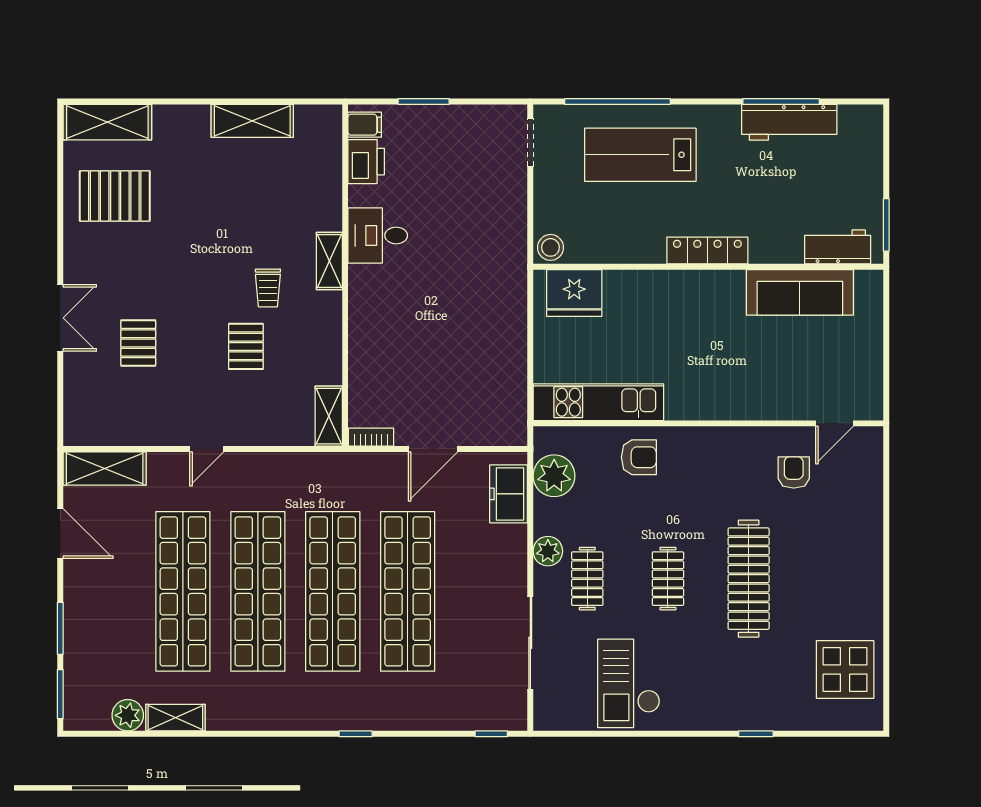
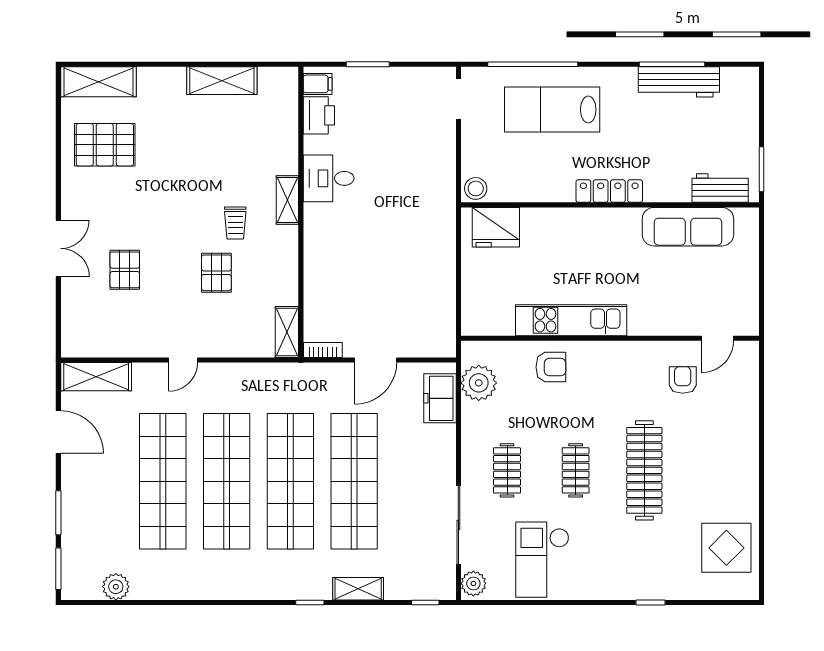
kitchen unit: (598, 402) -> (571, 320), moved
plant: (548, 551) -> (473, 583), moved
shelving: (175, 718) -> (358, 589), moved

